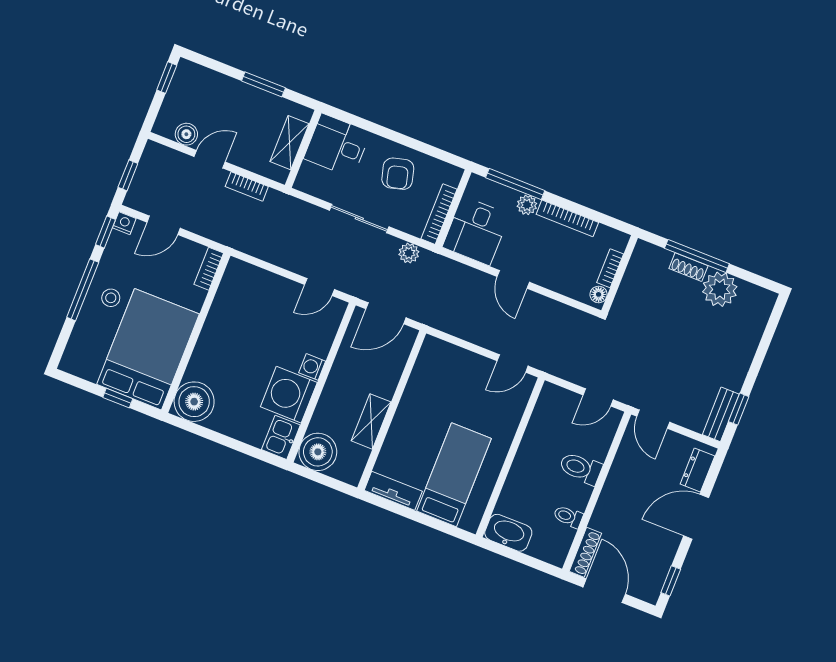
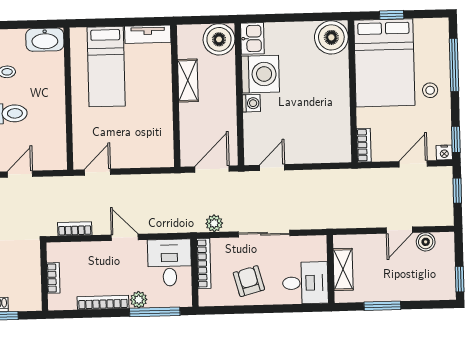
bookcase: (247, 187) -> (75, 229), moved
window: (83, 290) -> (454, 65), moved
floor lamp: (599, 294) -> (54, 254), removed

